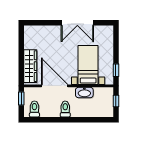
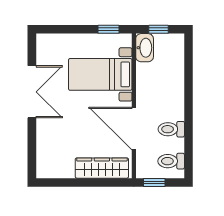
door: (55, 86) -> (134, 128), hinge flipped
washbasin: (84, 93) -> (145, 48), moved
toilet: (65, 109) -> (171, 129), moved

